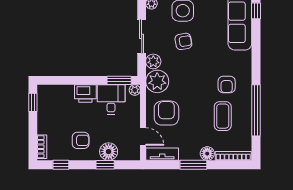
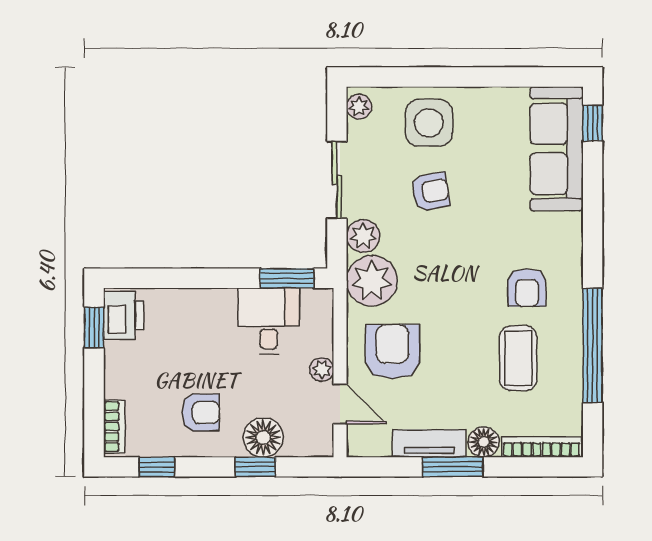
plant: (135, 90) -> (322, 370), moved
printer: (85, 93) -> (123, 315), moved, turned -90
tv unit: (162, 154) -> (429, 443), moved

